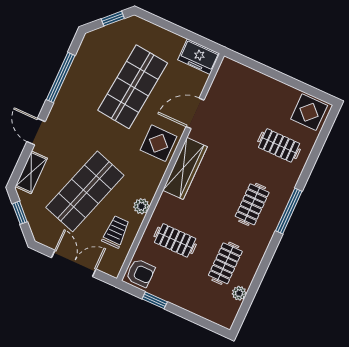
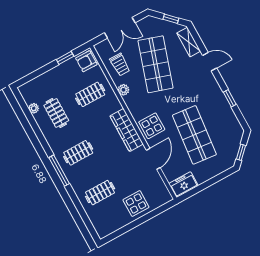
window: (61, 78) -> (230, 98), width x0.46
display table: (309, 112) -> (136, 204), moved
clothes rail: (252, 204) -> (78, 153), turned 90

